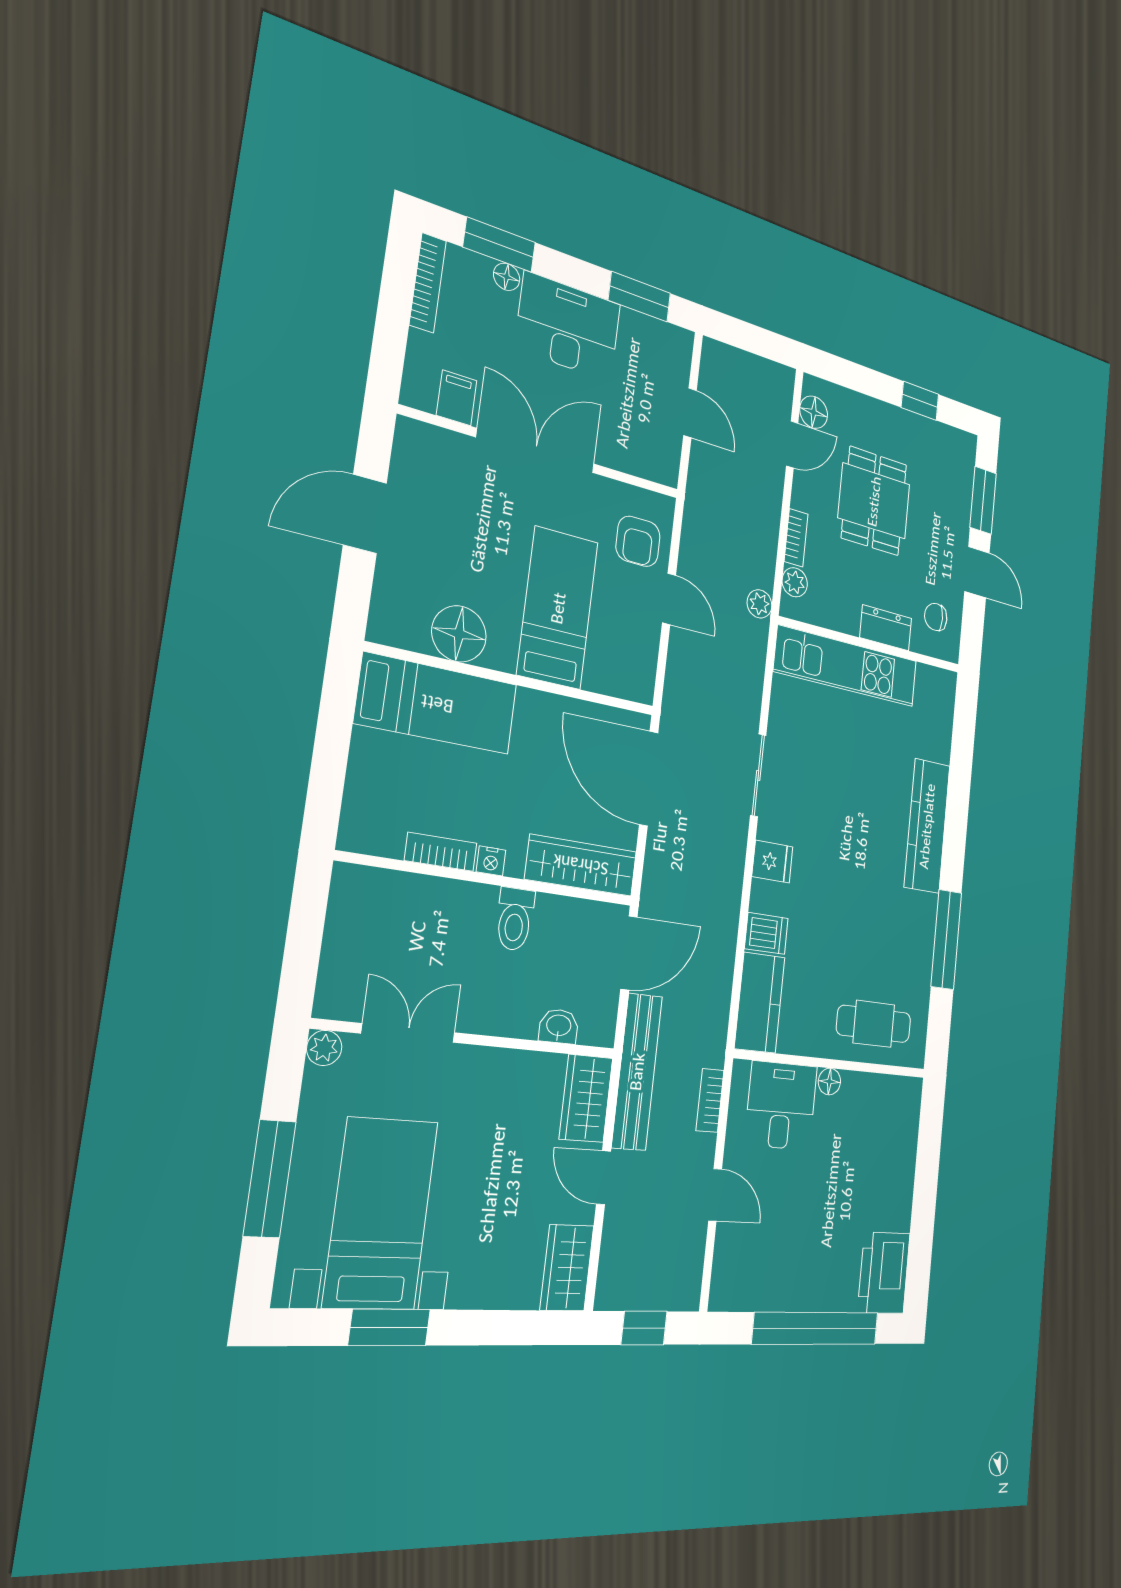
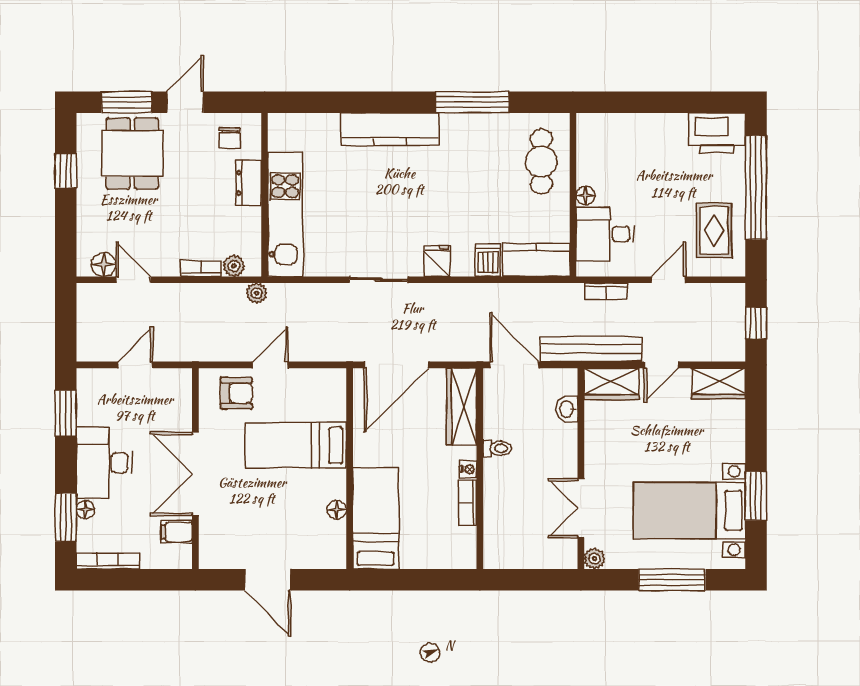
dining table: (874, 501) -> (132, 153), moved, turned 90
floor lamp: (459, 634) -> (337, 510), width x0.53, depth x0.53
toilet: (515, 919) -> (497, 448), width x0.73, depth x0.72
rug: (770, 1266) -> (714, 230), added

